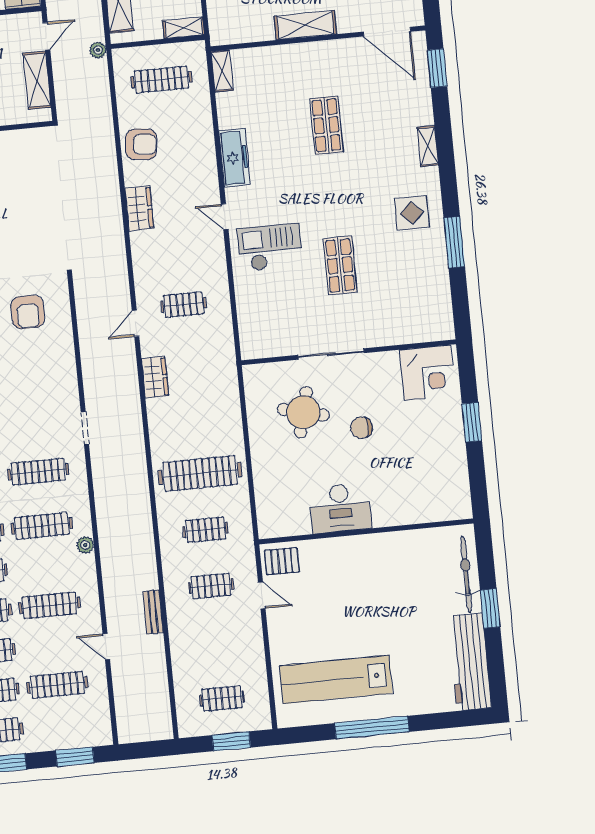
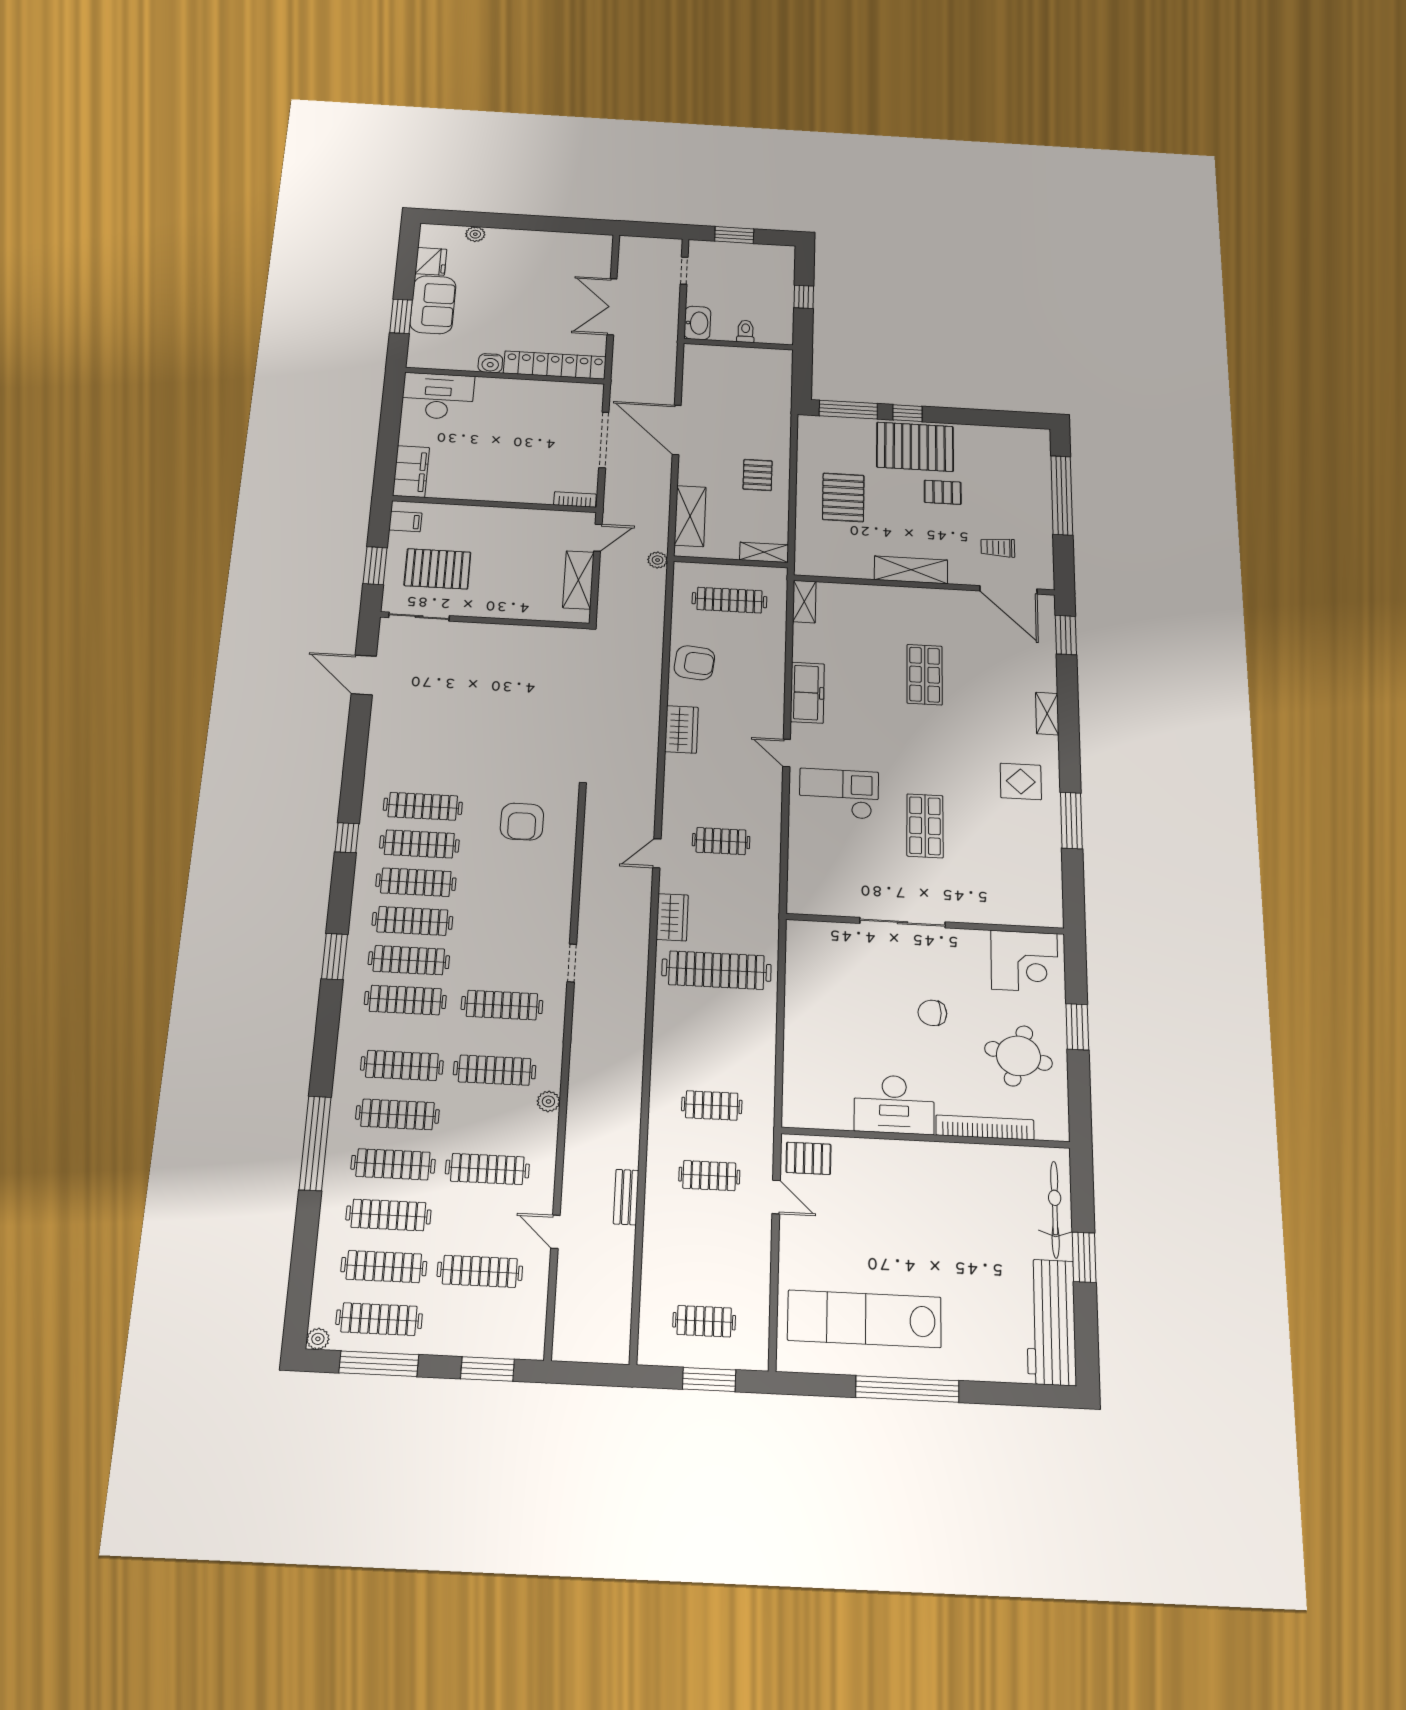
round table: (303, 412) -> (1018, 1056), moved
clothes rail: (200, 473) -> (716, 970), moved
bookcase: (409, 516) -> (985, 1127), added

